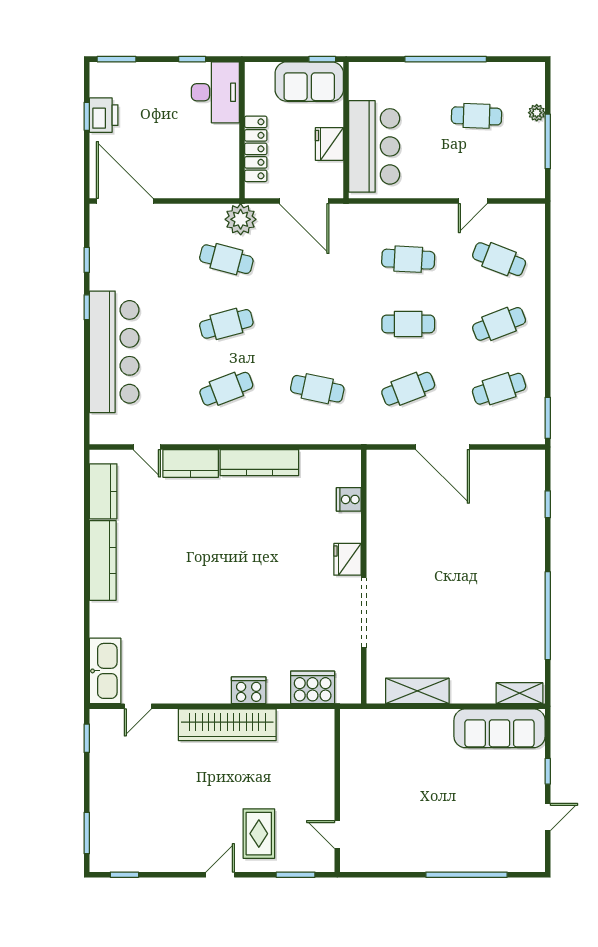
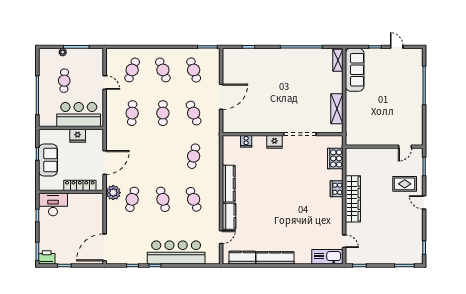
printer: (104, 115) -> (47, 257), moved
wall: (346, 130) -> (71, 128), moved
fridge: (329, 144) -> (78, 136), moved
bar counter: (374, 146) -> (79, 114), moved

